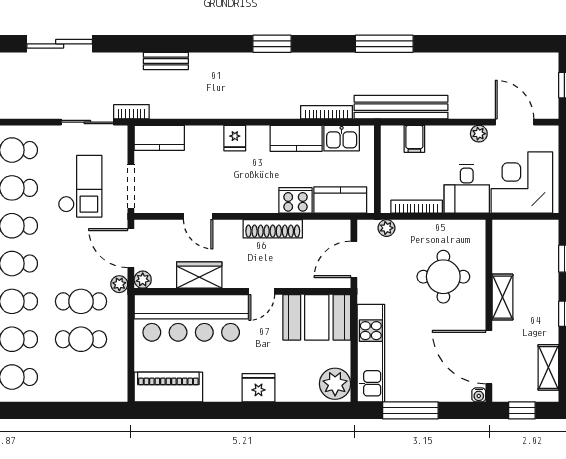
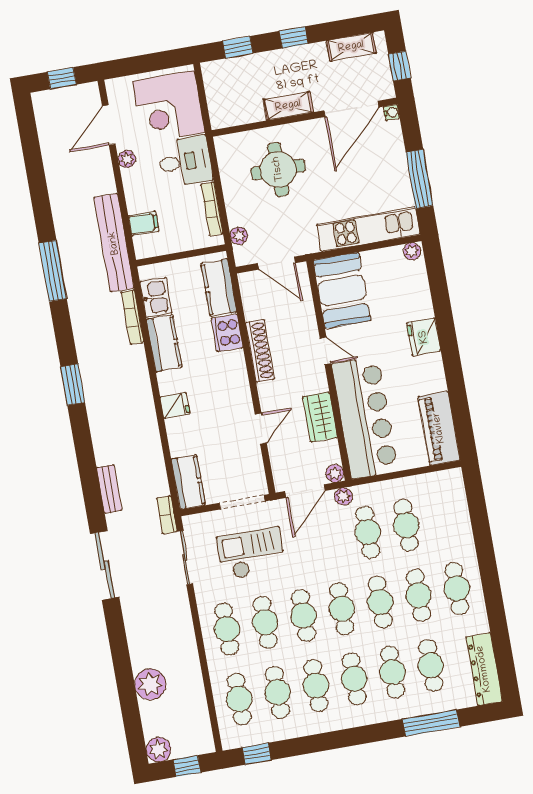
sliding door: (60, 44) -> (105, 565), moved
plant: (335, 384) -> (412, 251), width x0.53, depth x0.53

